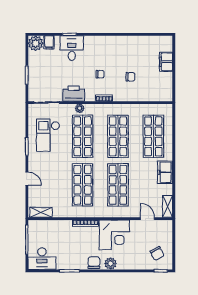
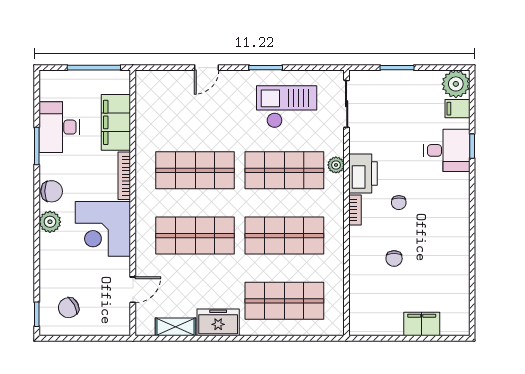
printer: (74, 94) -> (363, 174), moved
shelving: (168, 206) -> (175, 327), moved
shelving: (41, 212) -> (144, 94), removed
filing cabinet: (57, 228) -> (116, 122), added
desk: (42, 259) -> (59, 127), moved

